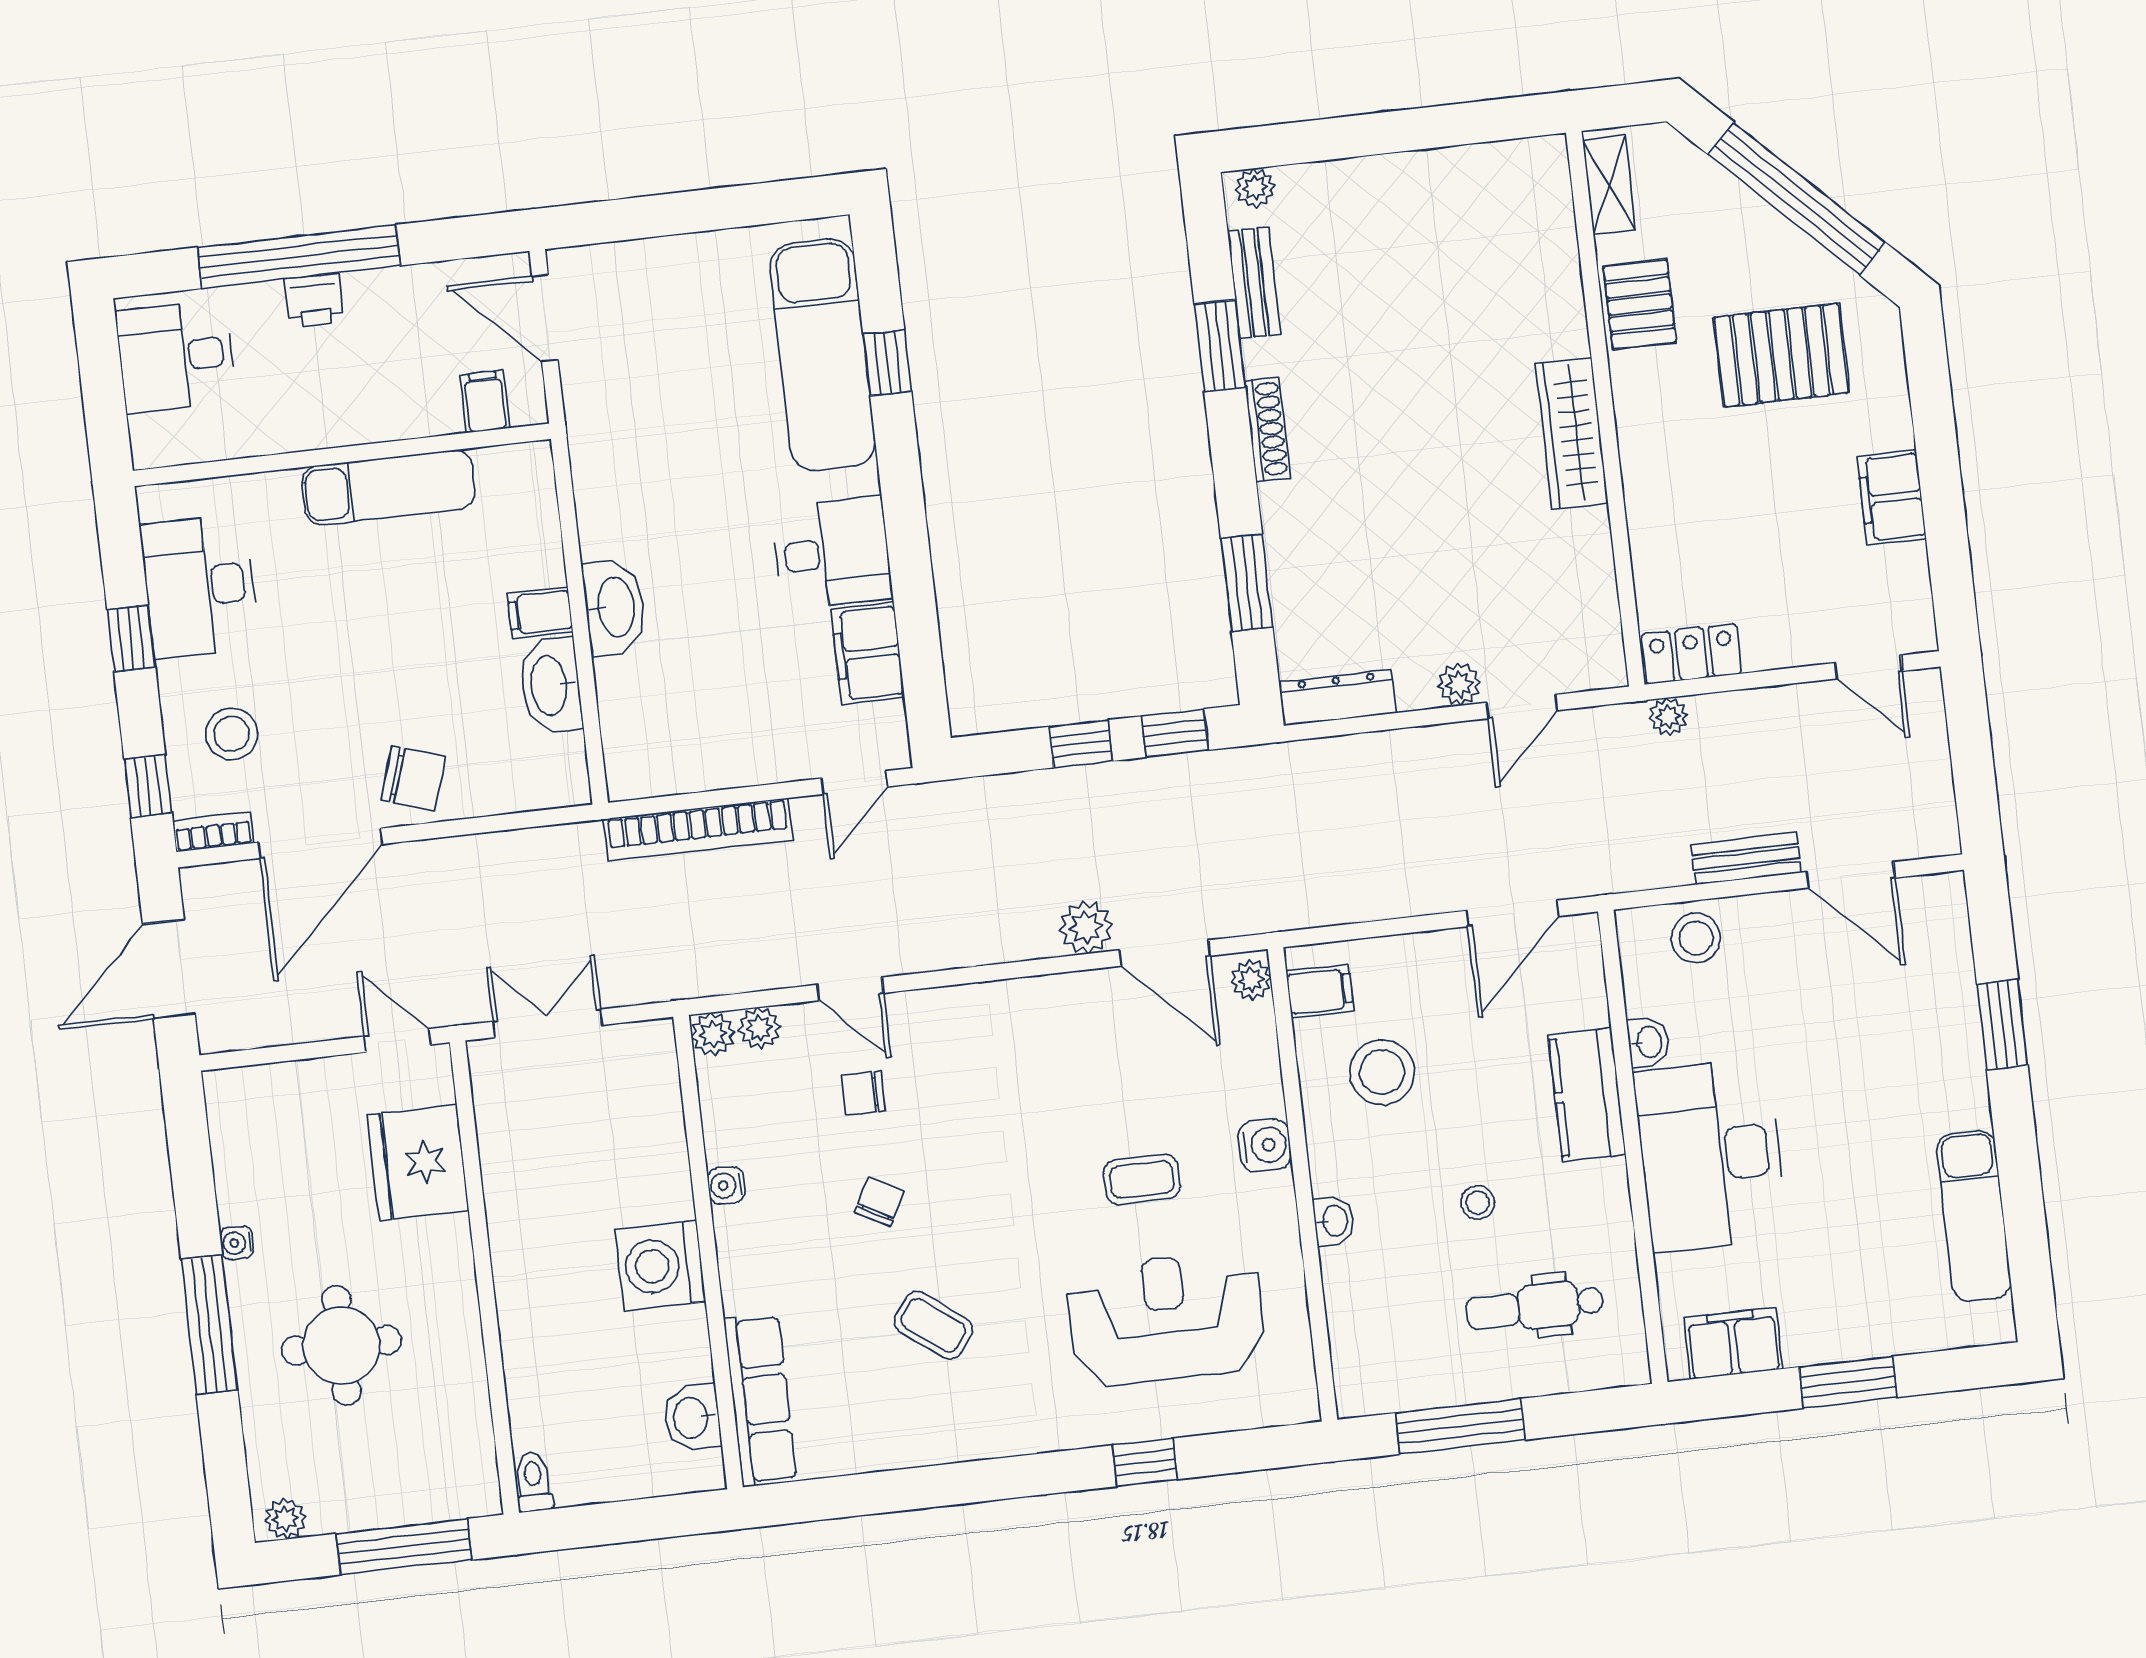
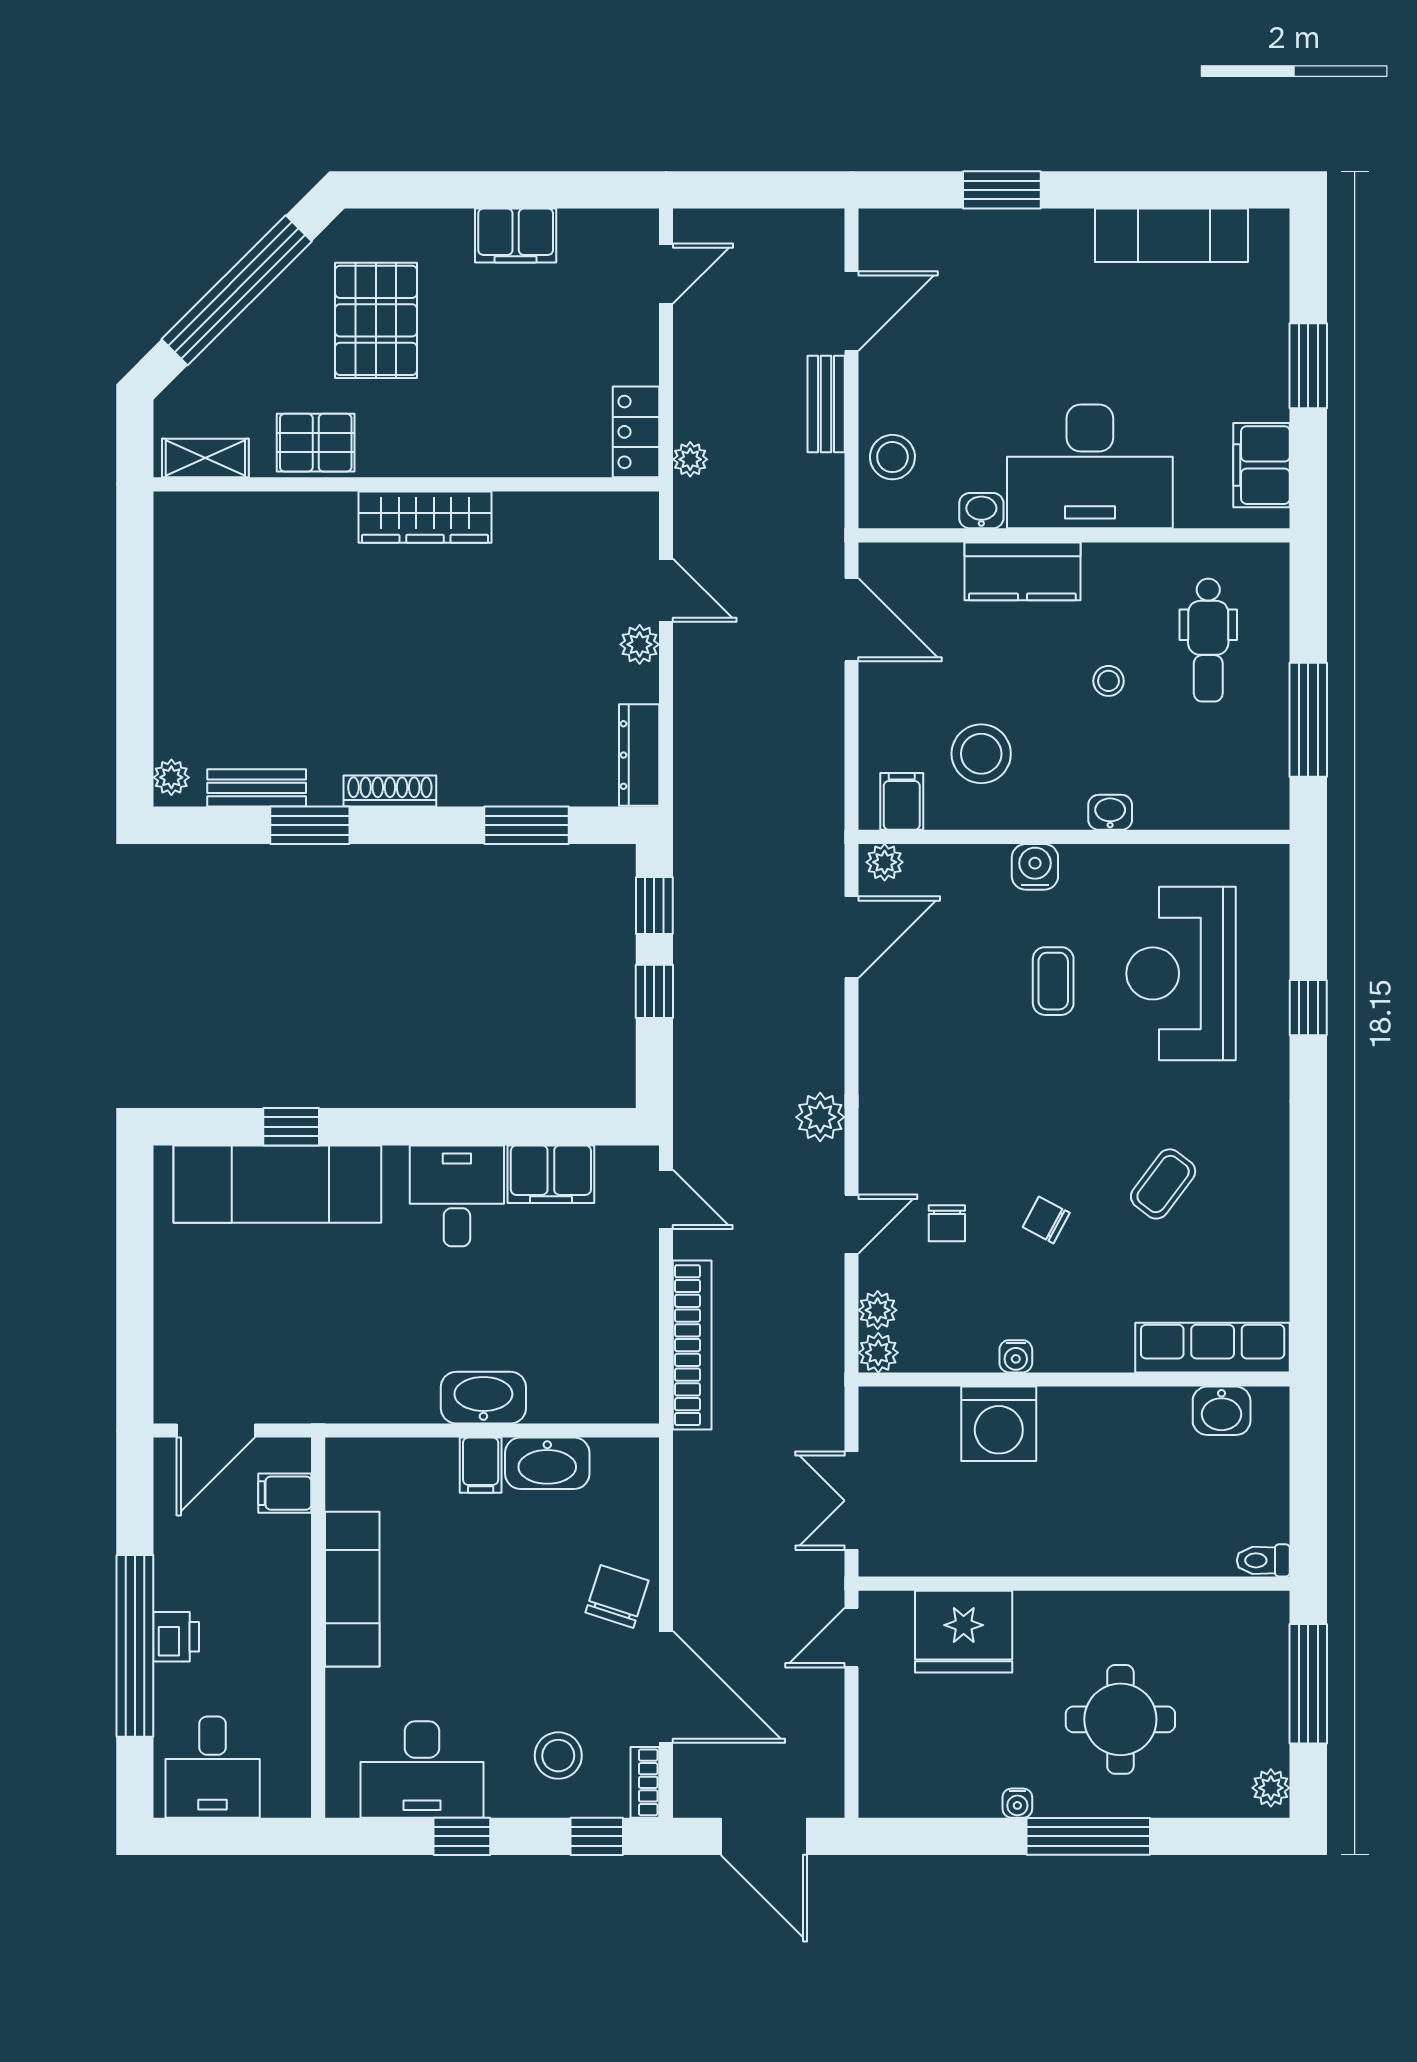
plant: (1086, 927) -> (820, 1117), moved
washing machine: (660, 1265) -> (999, 1424), moved

